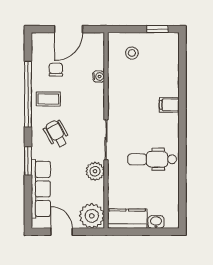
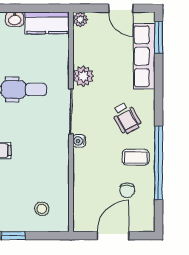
water cooler: (99, 77) -> (79, 141), moved
window: (28, 161) -> (159, 38), moved
plant: (92, 216) -> (80, 19), width x0.53, depth x0.53

